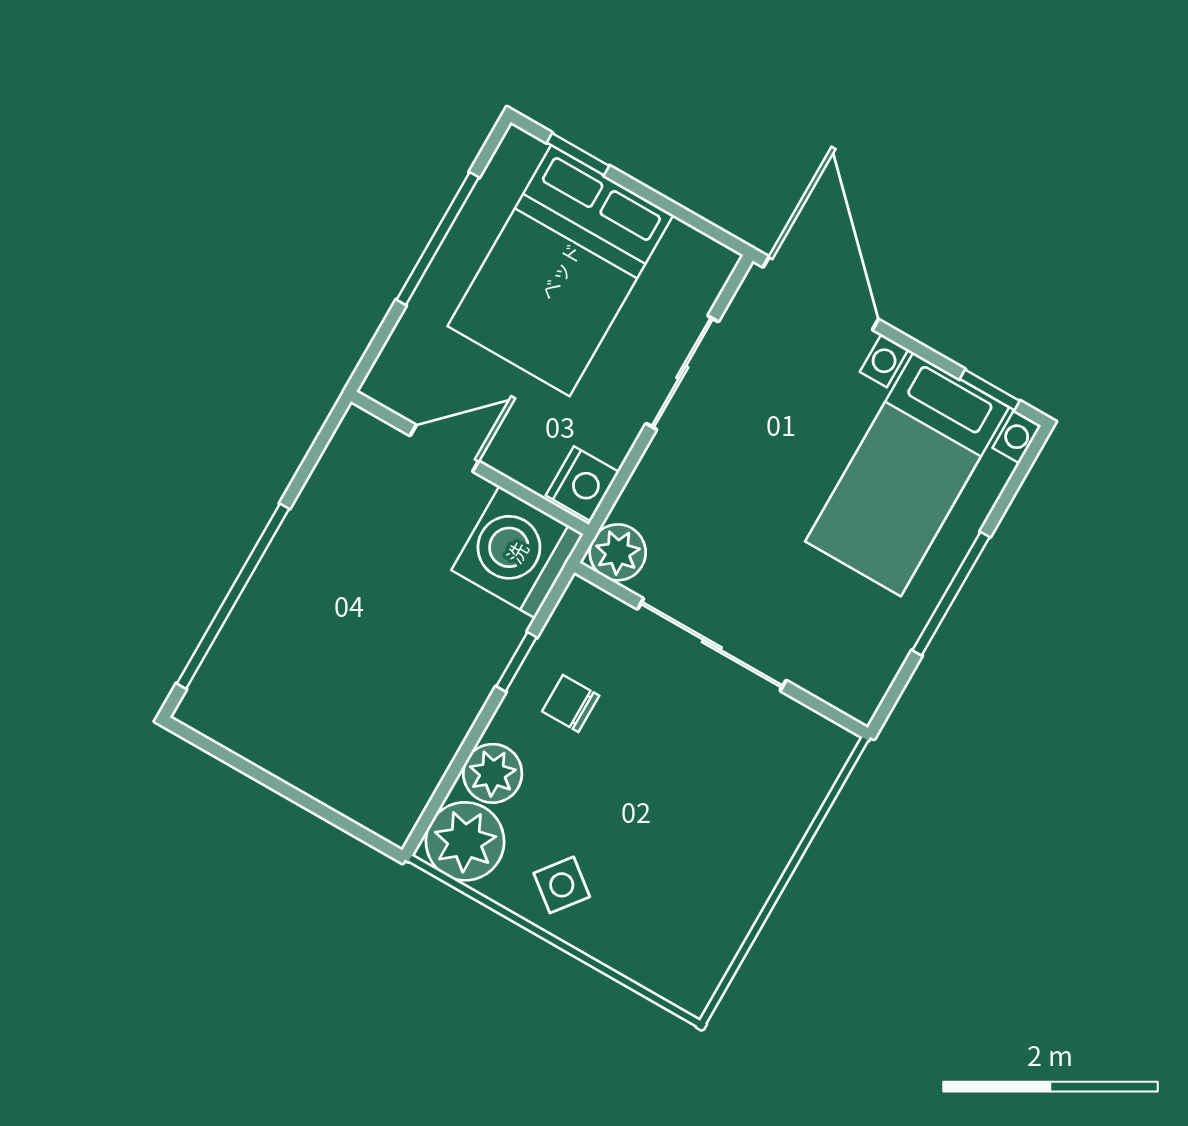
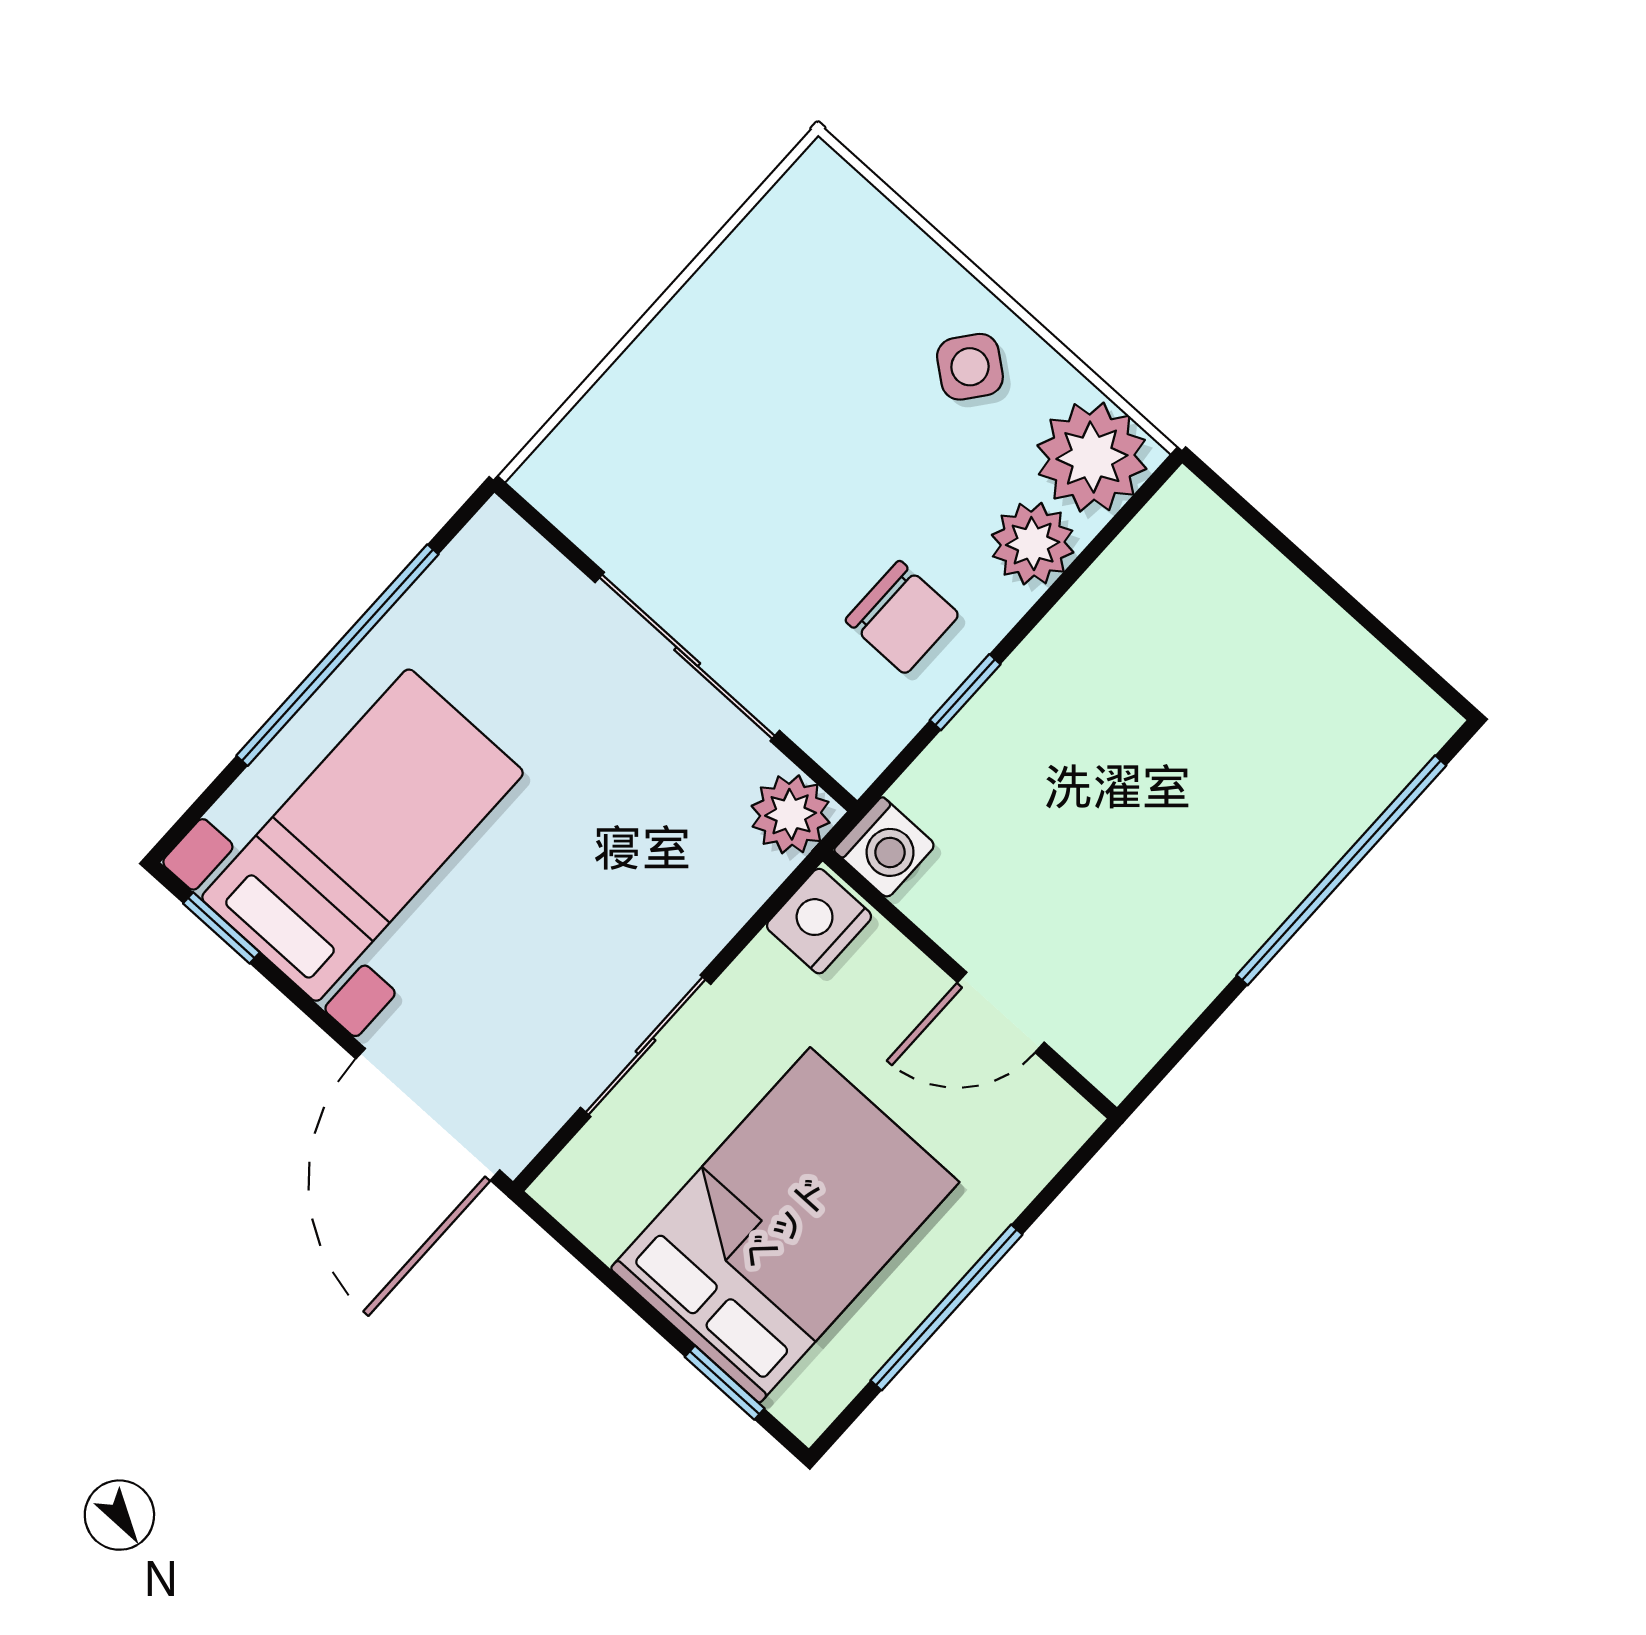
washing machine: (517, 552) -> (885, 848), width x0.53, depth x0.53
window: (951, 594) -> (337, 655), width x1.46
chair: (571, 704) -> (902, 617), width x1.37, depth x1.37

